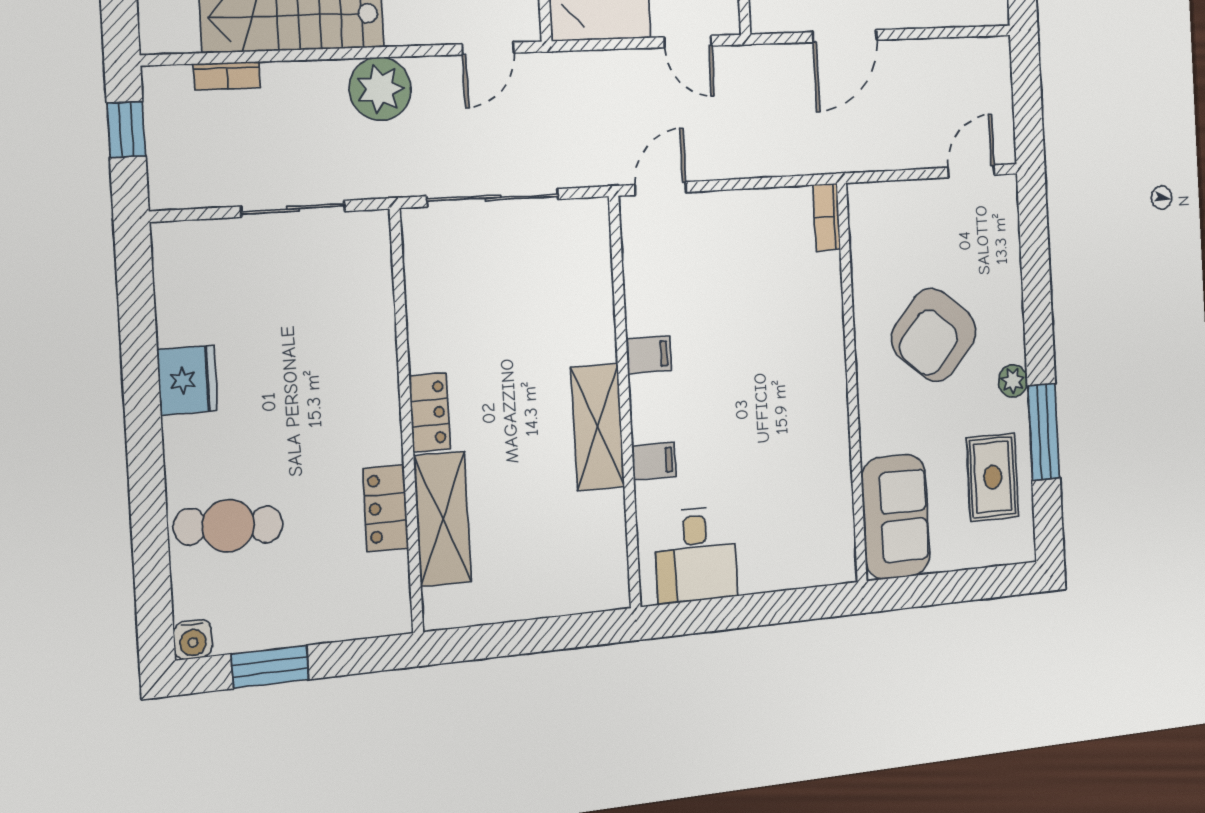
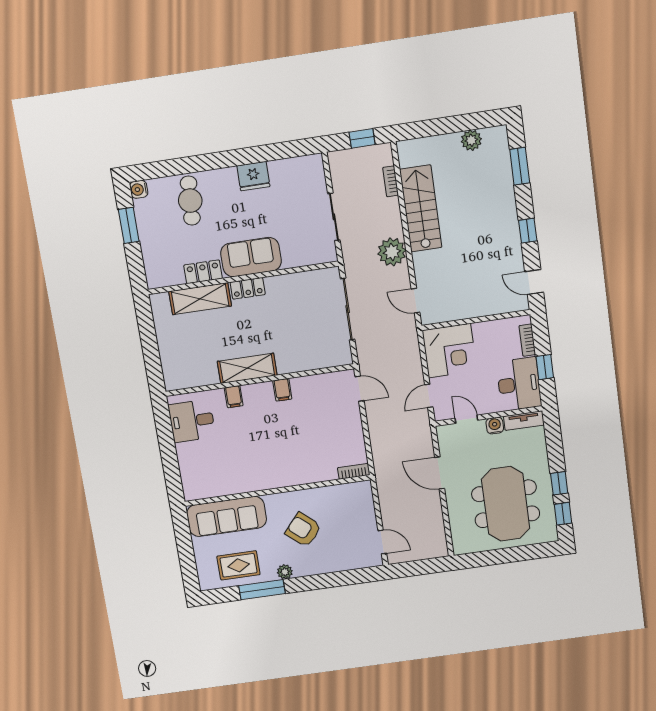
armchair: (934, 335) -> (303, 530), width x0.73, depth x0.73
sofa: (363, 400) -> (251, 257), added
sofa: (896, 517) -> (227, 516), width x1.36

